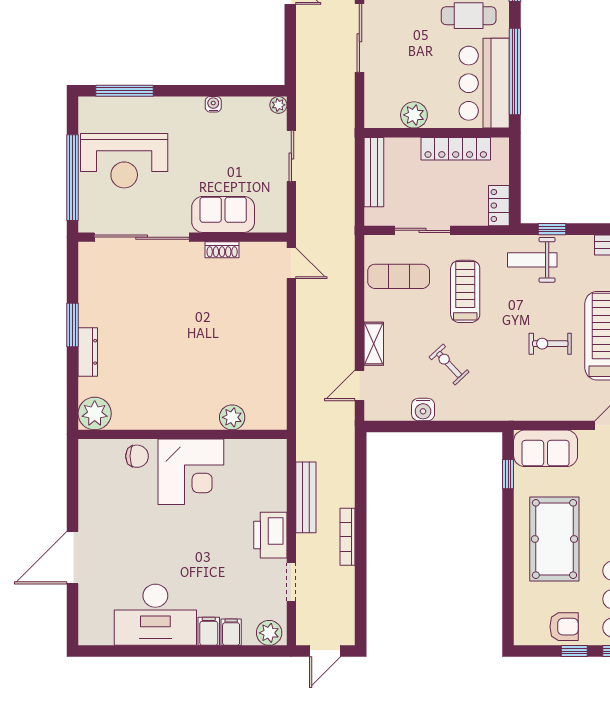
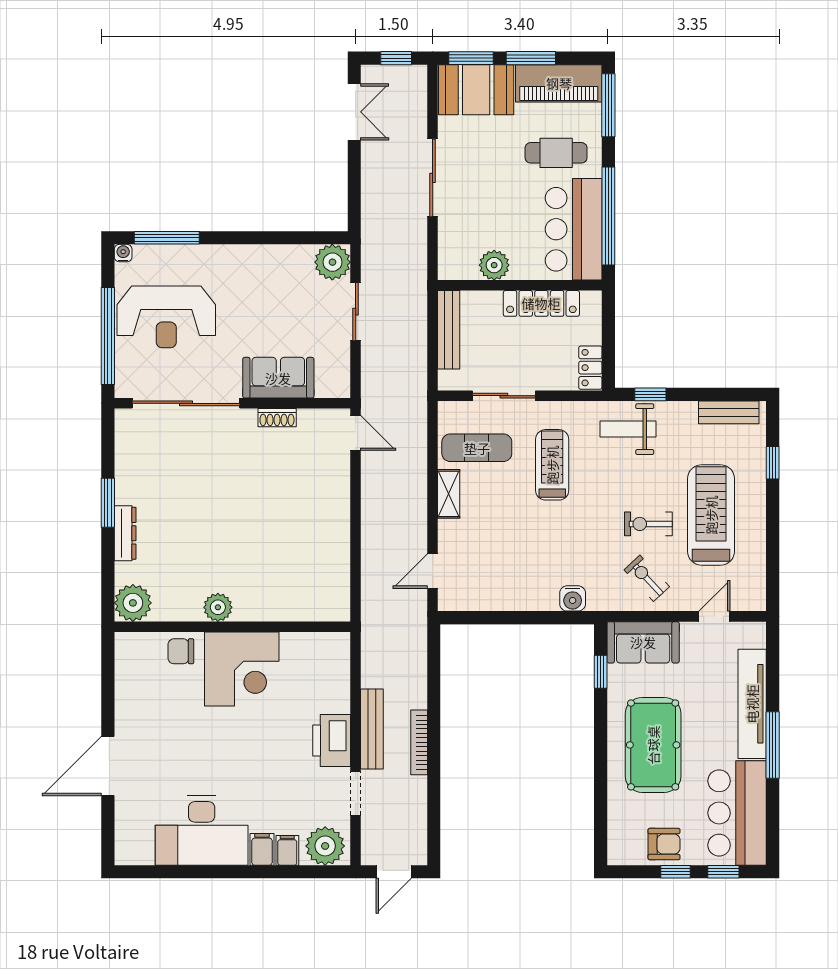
water cooler: (213, 104) -> (123, 253), moved
plant: (278, 105) -> (332, 262), width x1.88, depth x1.88
shelving: (374, 344) -> (449, 494), moved
exercise bike: (449, 364) -> (647, 578), moved
water cooler: (423, 410) -> (573, 598), moved
plant: (232, 417) -> (218, 607), moved
chair: (137, 456) -> (181, 651), turned 180
bench: (306, 497) -> (372, 729), moved
plant: (269, 633) -> (325, 846), width x1.36, depth x1.36

